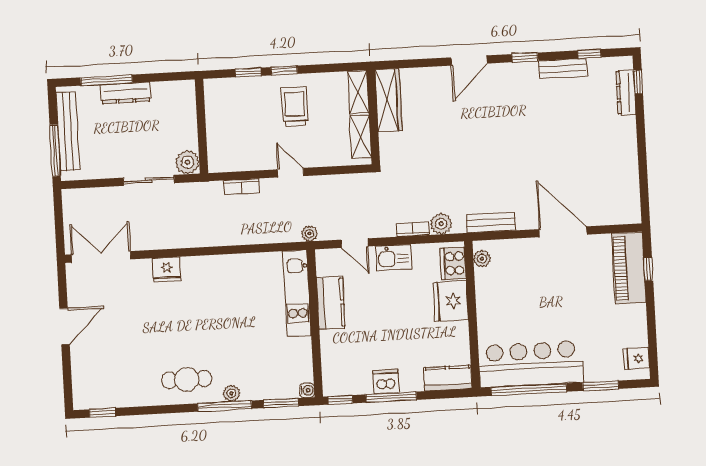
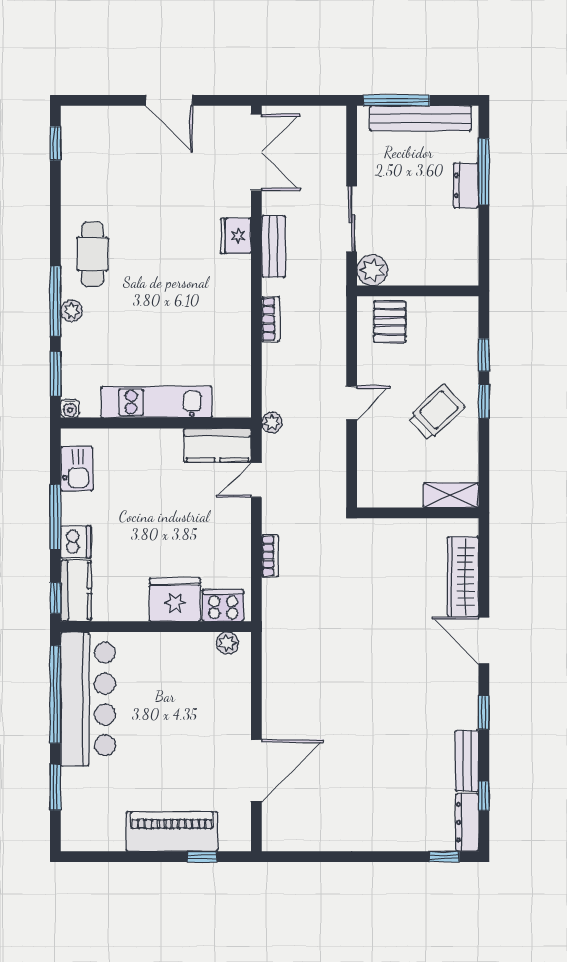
dresser: (626, 92) -> (467, 822), moved, turned -90
dresser: (126, 93) -> (466, 185), width x0.70
wardrobe: (389, 100) -> (463, 577), moved, turned 90
trolley: (295, 107) -> (436, 412), turned -43
shelving: (361, 137) -> (393, 495), removed
pallet: (227, 147) -> (390, 322), added
bookcase: (242, 186) -> (271, 319), moved, turned 180
bench: (491, 222) -> (273, 246), moved
plant: (441, 224) -> (275, 593), removed
door: (563, 232) -> (256, 771), moved
kitchen sink: (394, 258) -> (77, 469), moved, turned 180
piano: (629, 268) -> (172, 832), moved
kitchen unit: (297, 293) -> (157, 402), moved
kitchen counter: (331, 303) -> (217, 445), moved
fridge: (636, 358) -> (88, 835), removed
dishwasher: (386, 382) -> (76, 542), moved
window: (340, 400) -> (55, 598), moved

